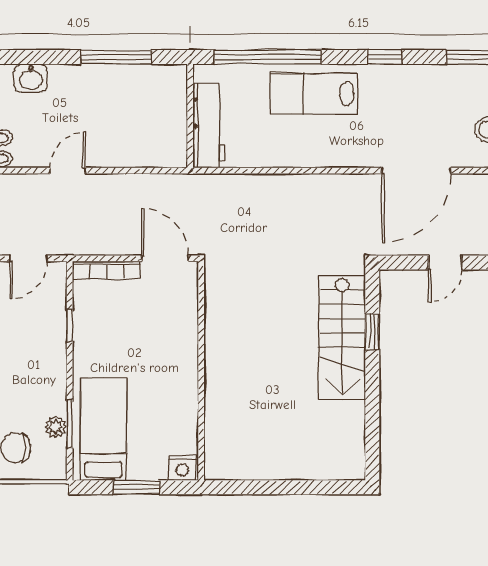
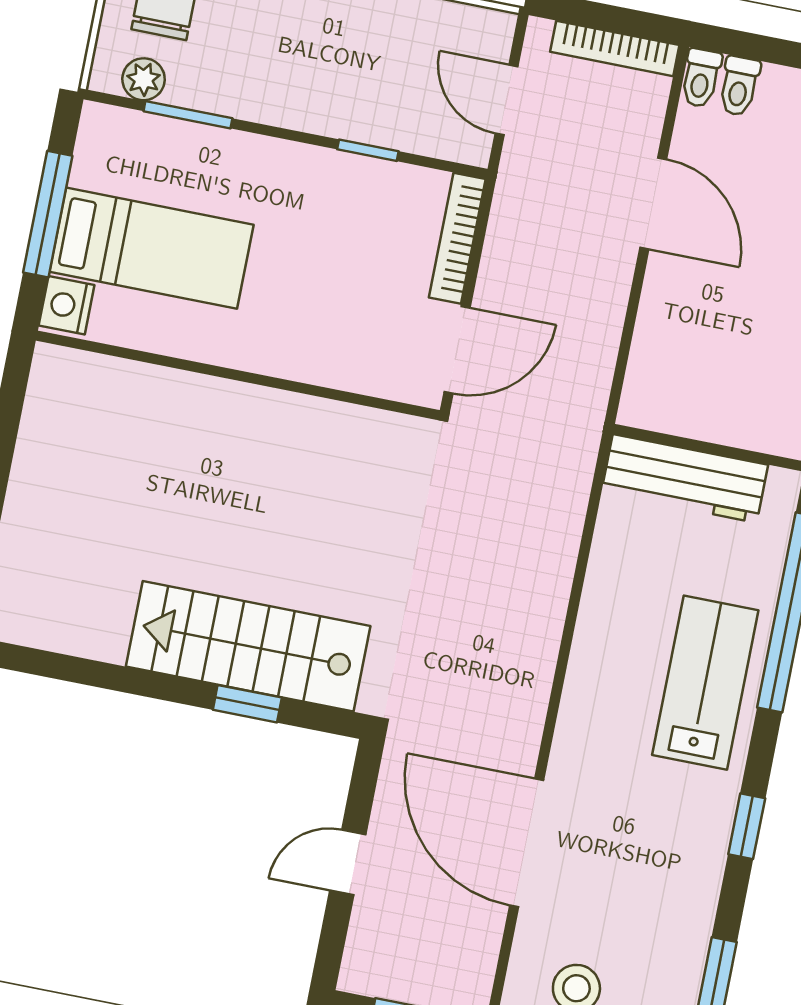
door: (68, 171) -> (653, 203), width x1.38
door: (445, 263) -> (348, 863), hinge flipped
plant: (56, 427) -> (144, 79), moved
bed: (104, 429) -> (151, 248), moved
window: (136, 487) -> (48, 214), width x1.44

